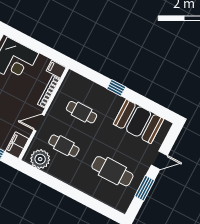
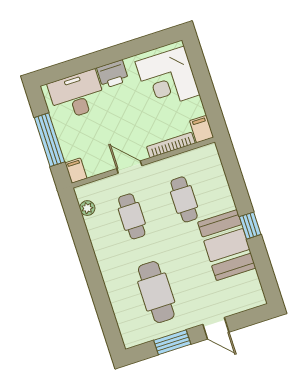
window: (116, 88) -> (250, 226), moved
booth: (139, 121) -> (227, 245), moved
filing cabinet: (17, 145) -> (76, 171), width x0.50
plant: (40, 159) -> (87, 208), width x0.53, depth x0.53

